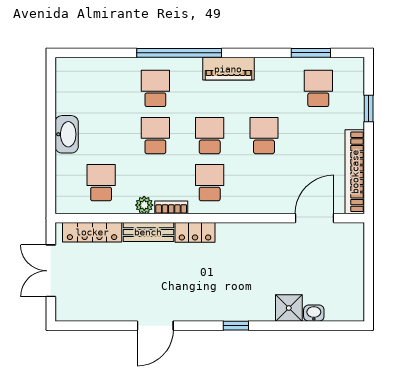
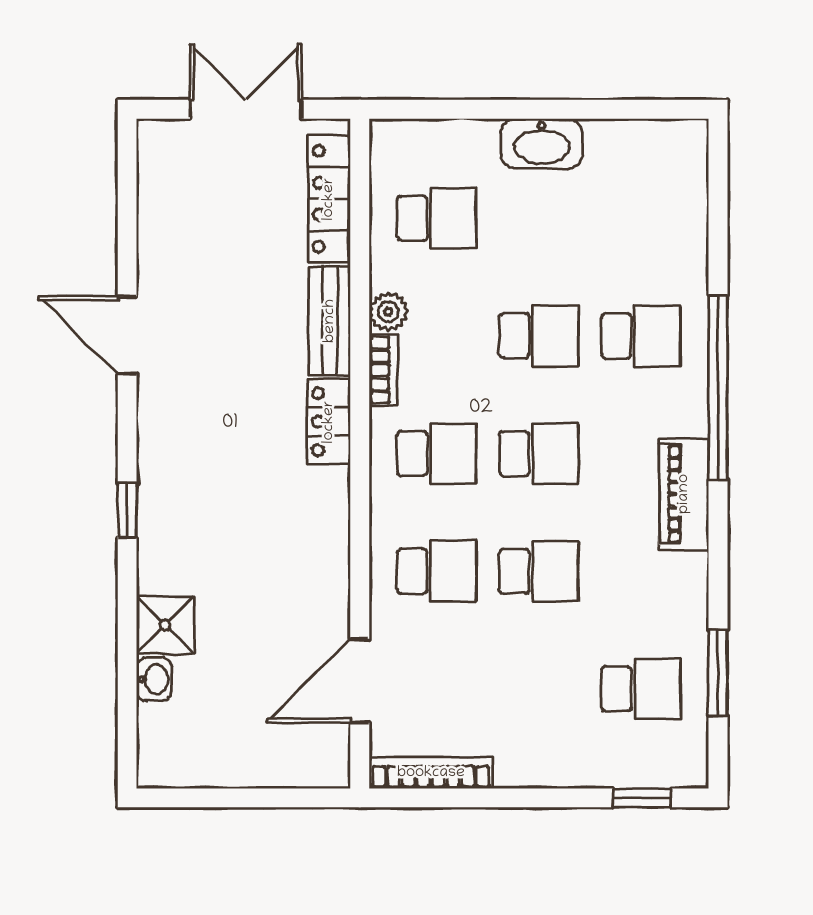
window: (369, 108) -> (642, 798), moved
bookcase: (355, 172) -> (431, 773), width x0.68, depth x0.76
school desk: (264, 183) -> (437, 571), added
door: (315, 218) -> (360, 681), swing flipped

